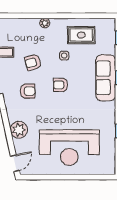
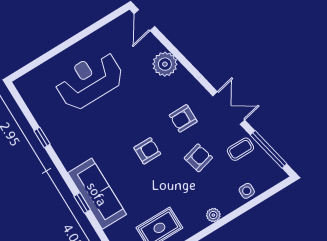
side table: (64, 56) -> (247, 191), moved
reception desk: (69, 148) -> (89, 80), width x0.74, depth x0.77

